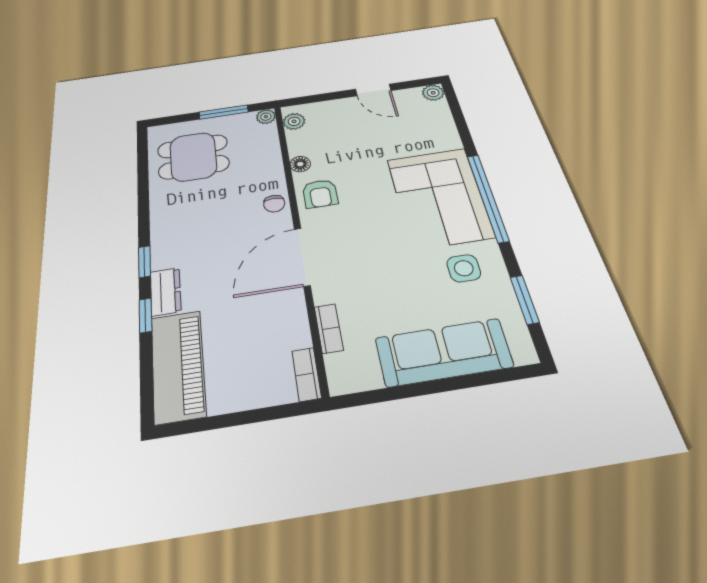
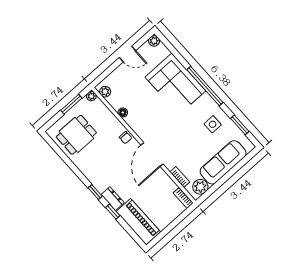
armchair: (320, 194) -> (140, 122), removed
corner sofa: (439, 197) -> (175, 84), moved
plant: (360, 373) -> (200, 187), added

